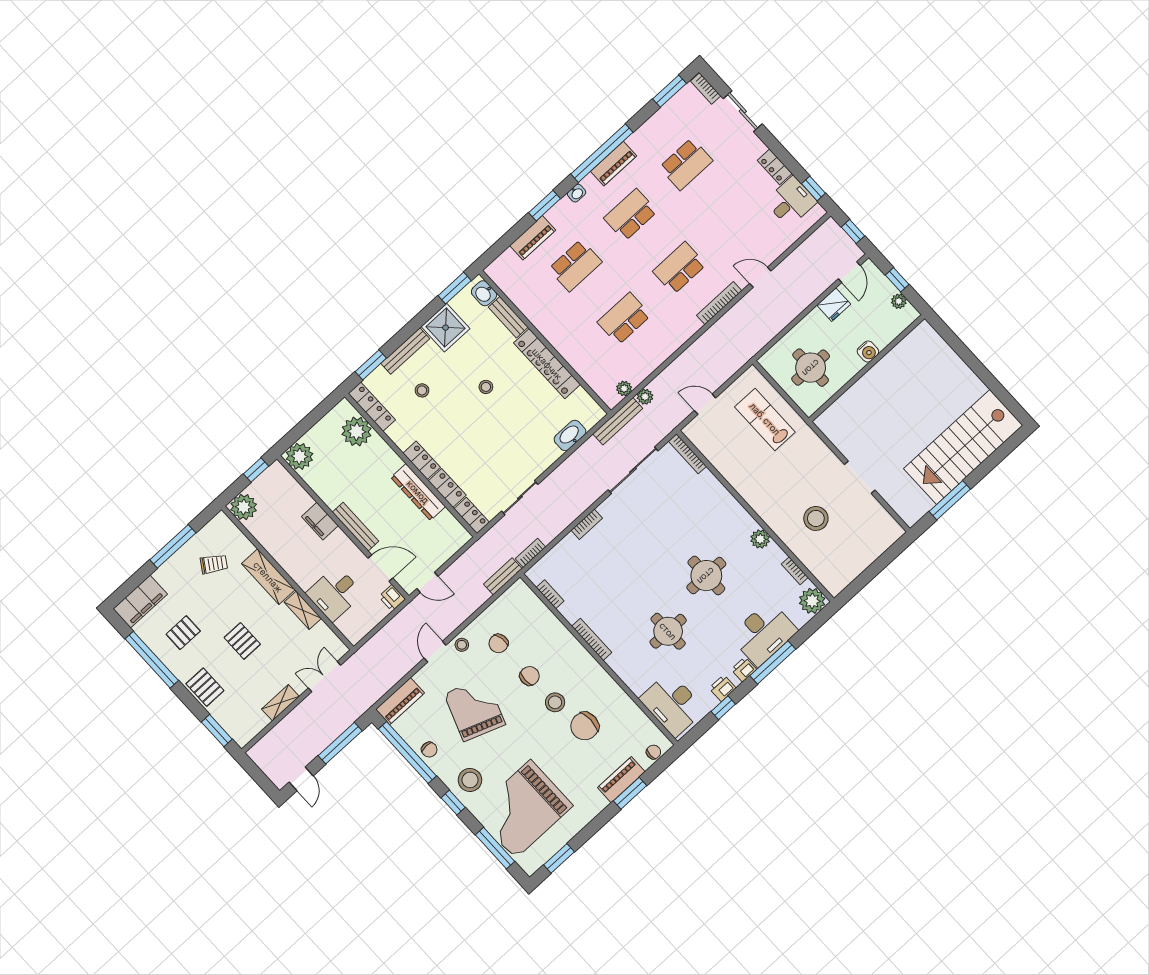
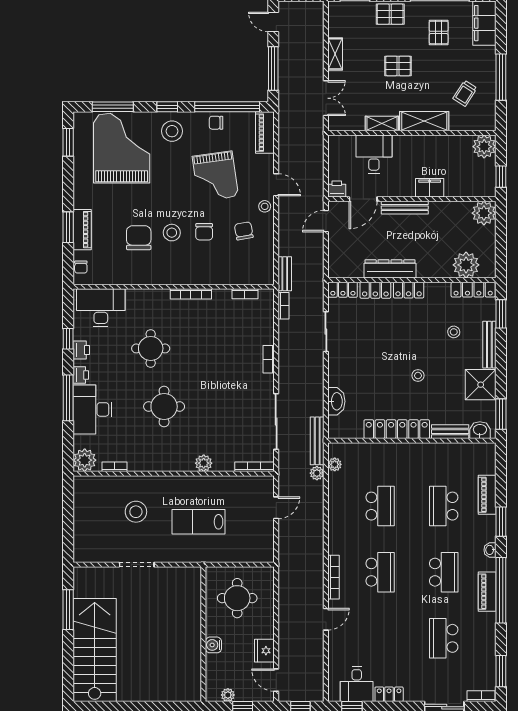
lab bench: (765, 419) -> (199, 522), moved, turned 180
plant: (760, 539) -> (204, 463), moved
grand piano: (475, 709) -> (215, 176), turned 62

